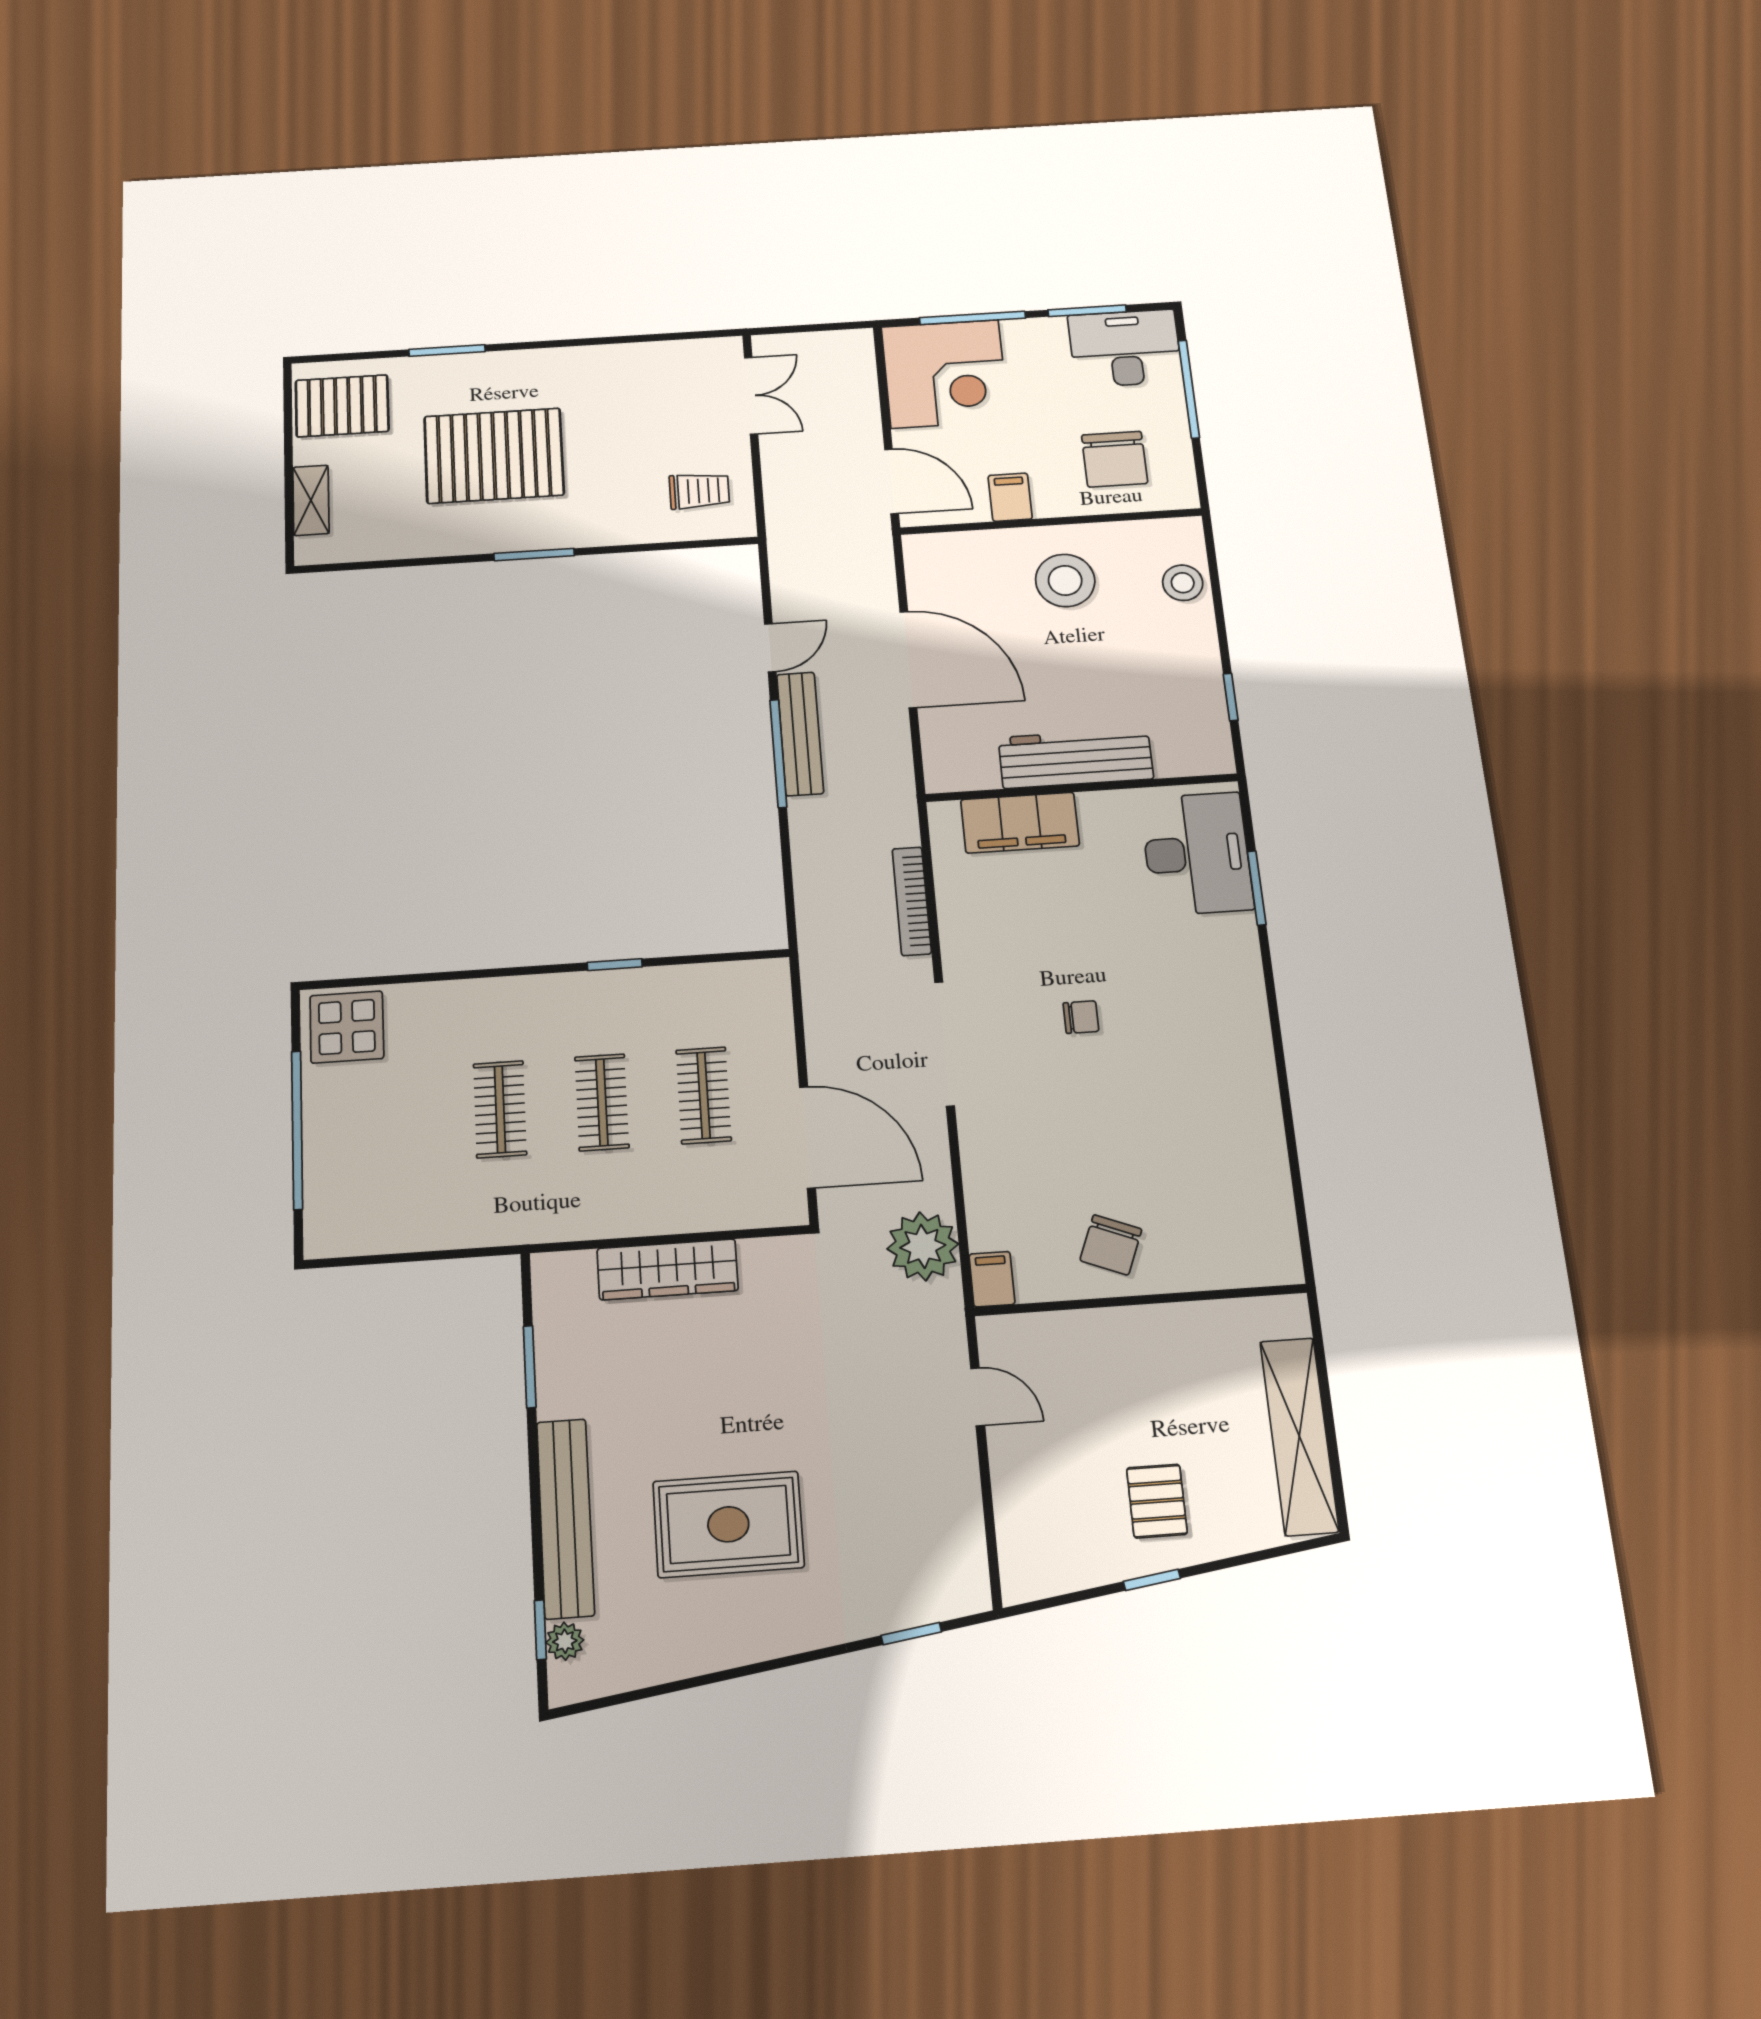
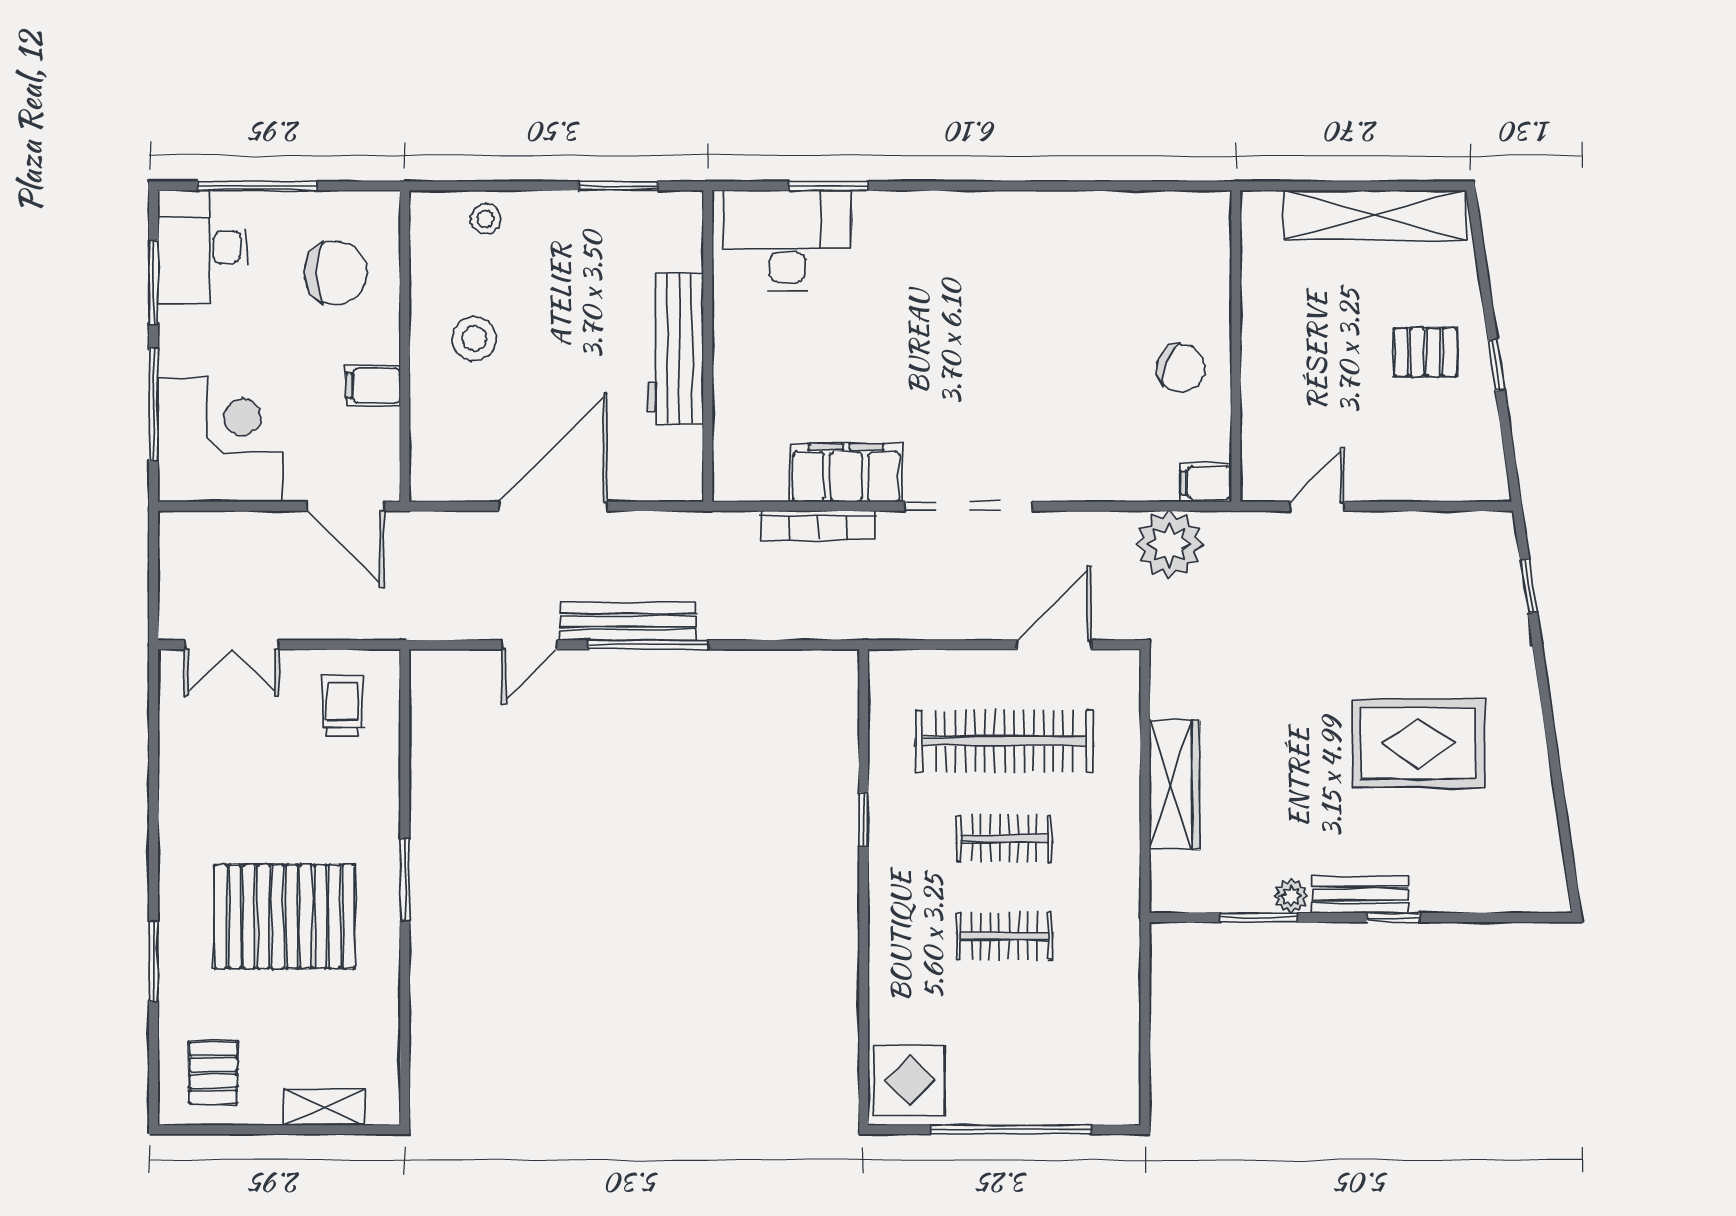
double door: (751, 396) -> (232, 645), swing flipped
pallet: (342, 406) -> (213, 1073), width x0.67, depth x0.71
pallet: (494, 456) -> (285, 916), turned 90
door: (892, 481) -> (346, 506), swing flipped
stool: (1065, 580) -> (474, 339), width x0.73, depth x0.73
stool: (1183, 583) -> (486, 219), width x0.73, depth x0.73
door: (770, 648) -> (529, 645), swing flipped
window: (1231, 697) -> (618, 186), width x1.50
filing cabinet: (1020, 823) -> (846, 473), moved, turned -90
chair: (1081, 1017) -> (951, 372), removed
clothes rail: (704, 1095) -> (1004, 741), width x1.86, depth x1.31
door: (807, 1137) -> (1054, 645), width x0.73
bench: (565, 1518) -> (1360, 895), width x0.54, depth x0.82
rug: (728, 1524) -> (1418, 743), turned 90
window: (540, 1630) -> (1393, 918), moved
plant: (565, 1641) -> (1291, 896), moved

